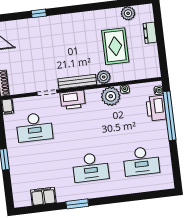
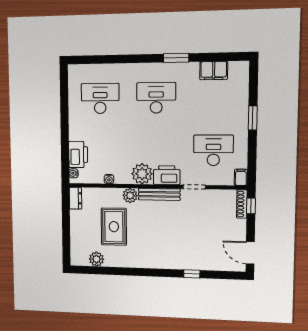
dresser: (150, 33) -> (75, 198), moved
plant: (111, 96) -> (142, 174), moved
window: (170, 116) -> (65, 144), removed

